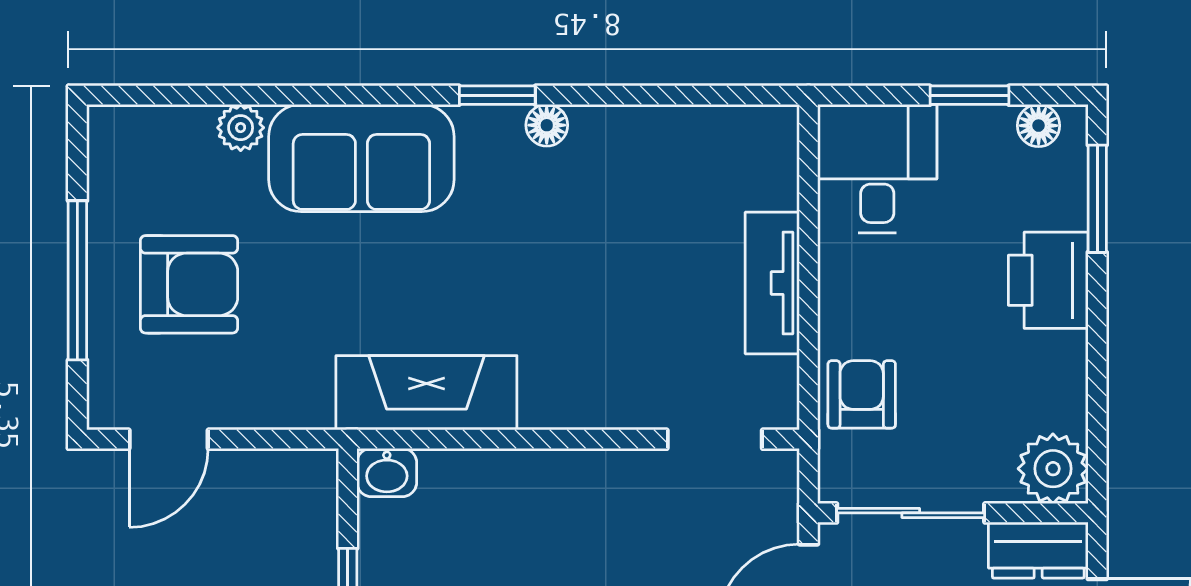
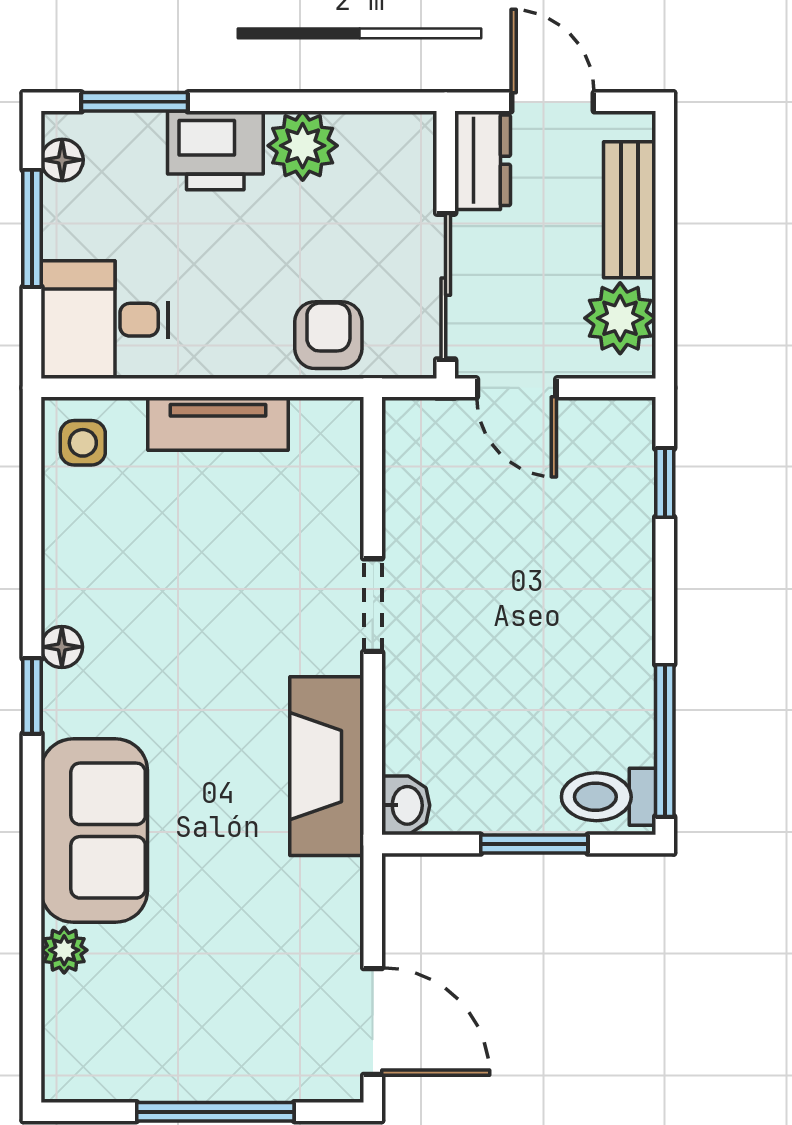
window: (969, 95) -> (32, 228), width x1.50
side table: (753, 146) -> (83, 443), added
armchair: (189, 284) -> (219, 1001), removed
armchair: (862, 394) -> (328, 335), turned 90
door: (169, 439) -> (373, 1021), width x1.38
doorway: (715, 439) -> (373, 605), moved
plant: (1053, 469) -> (303, 146), moved

